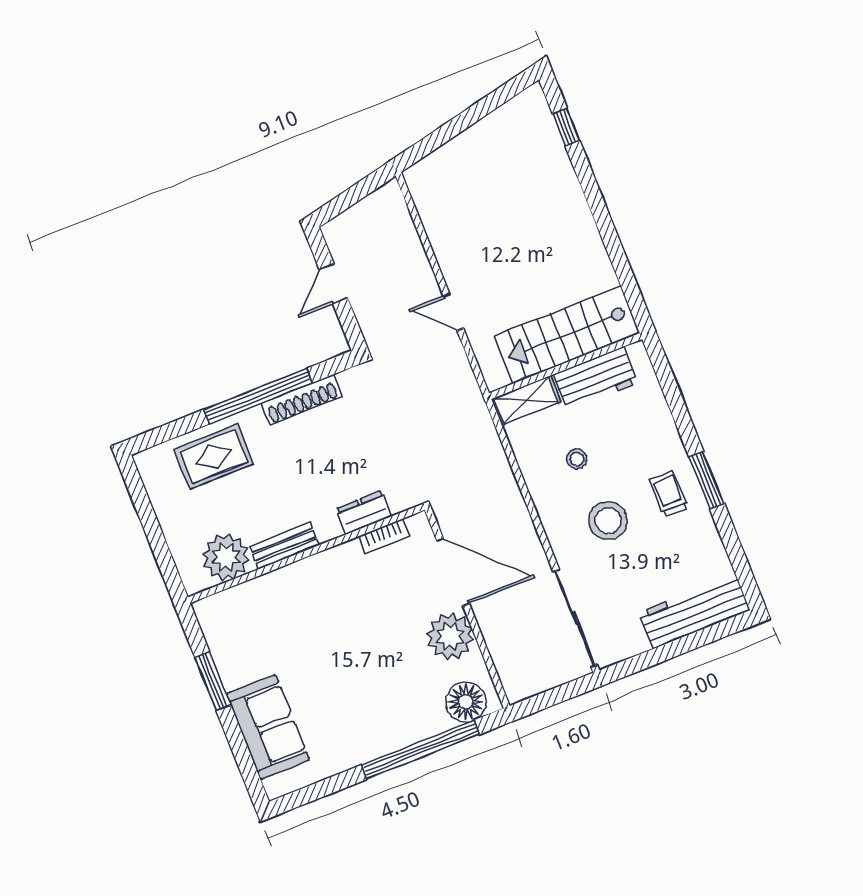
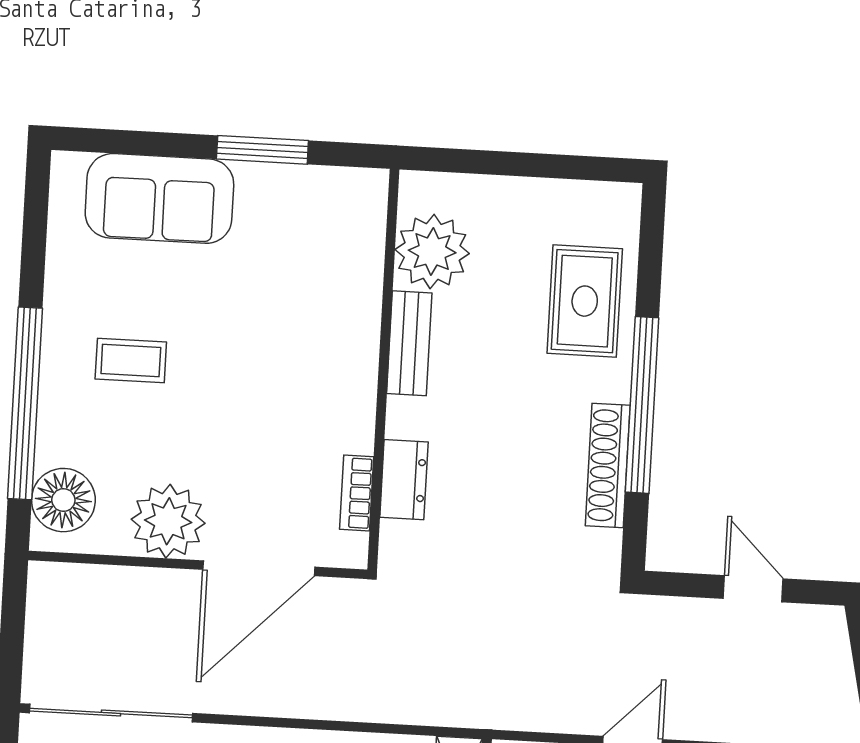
coffee table: (368, 700) -> (131, 360), added

